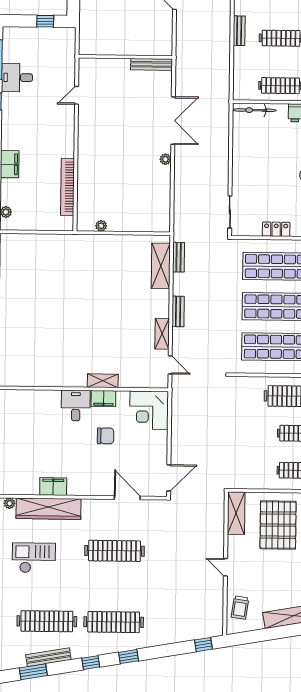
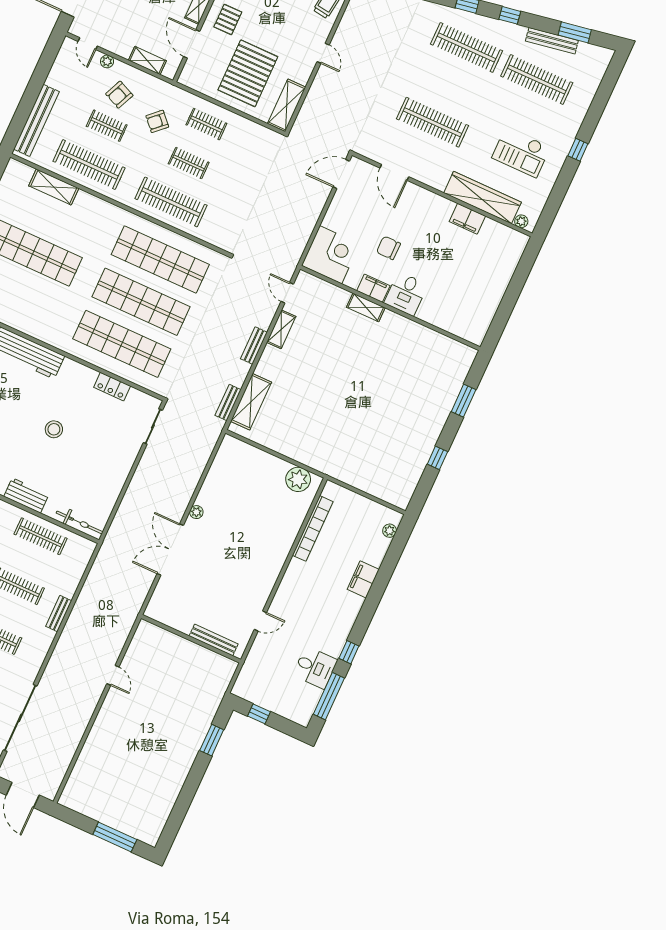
bench: (152, 64) -> (214, 640), moved
plant: (101, 226) -> (298, 479), width x1.87, depth x1.87

